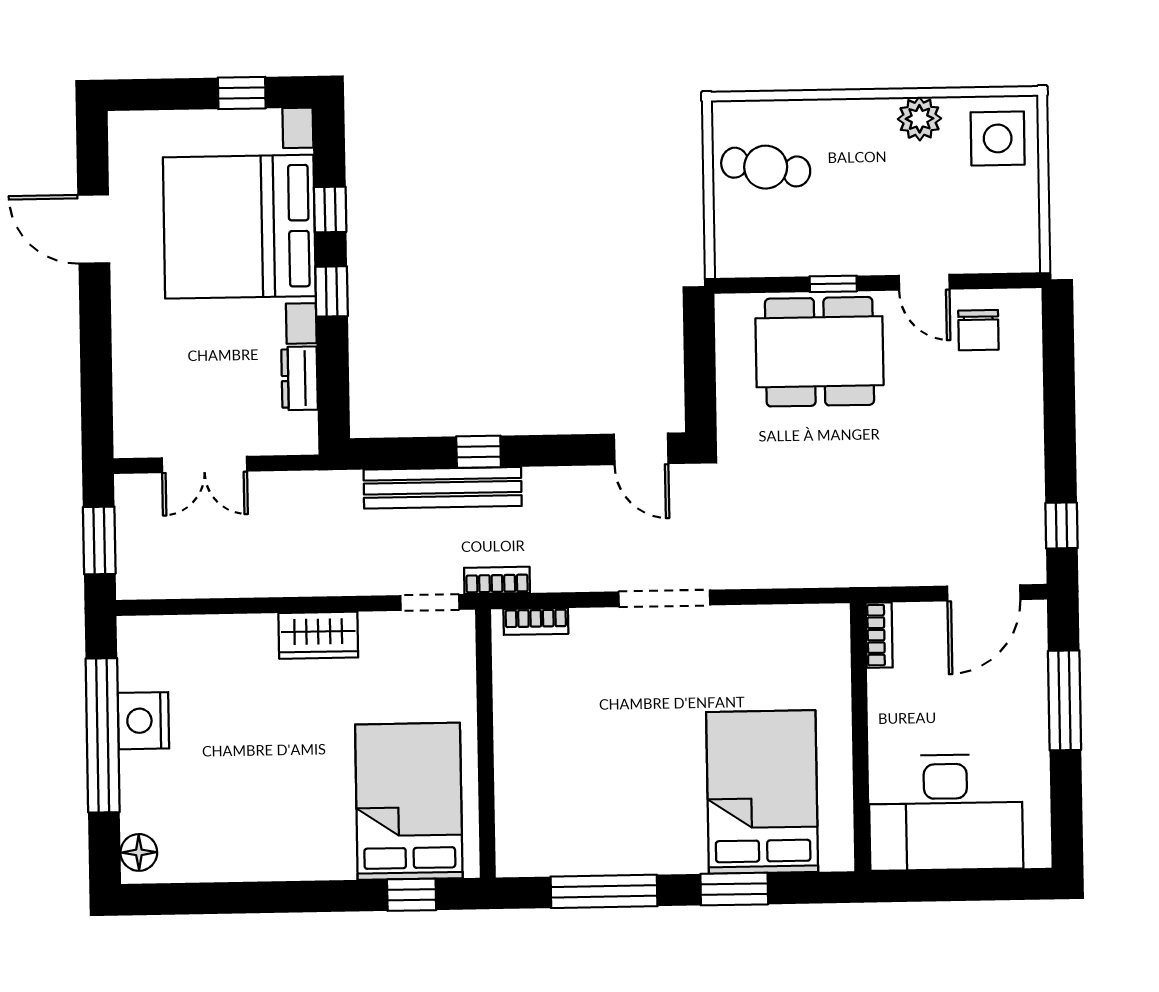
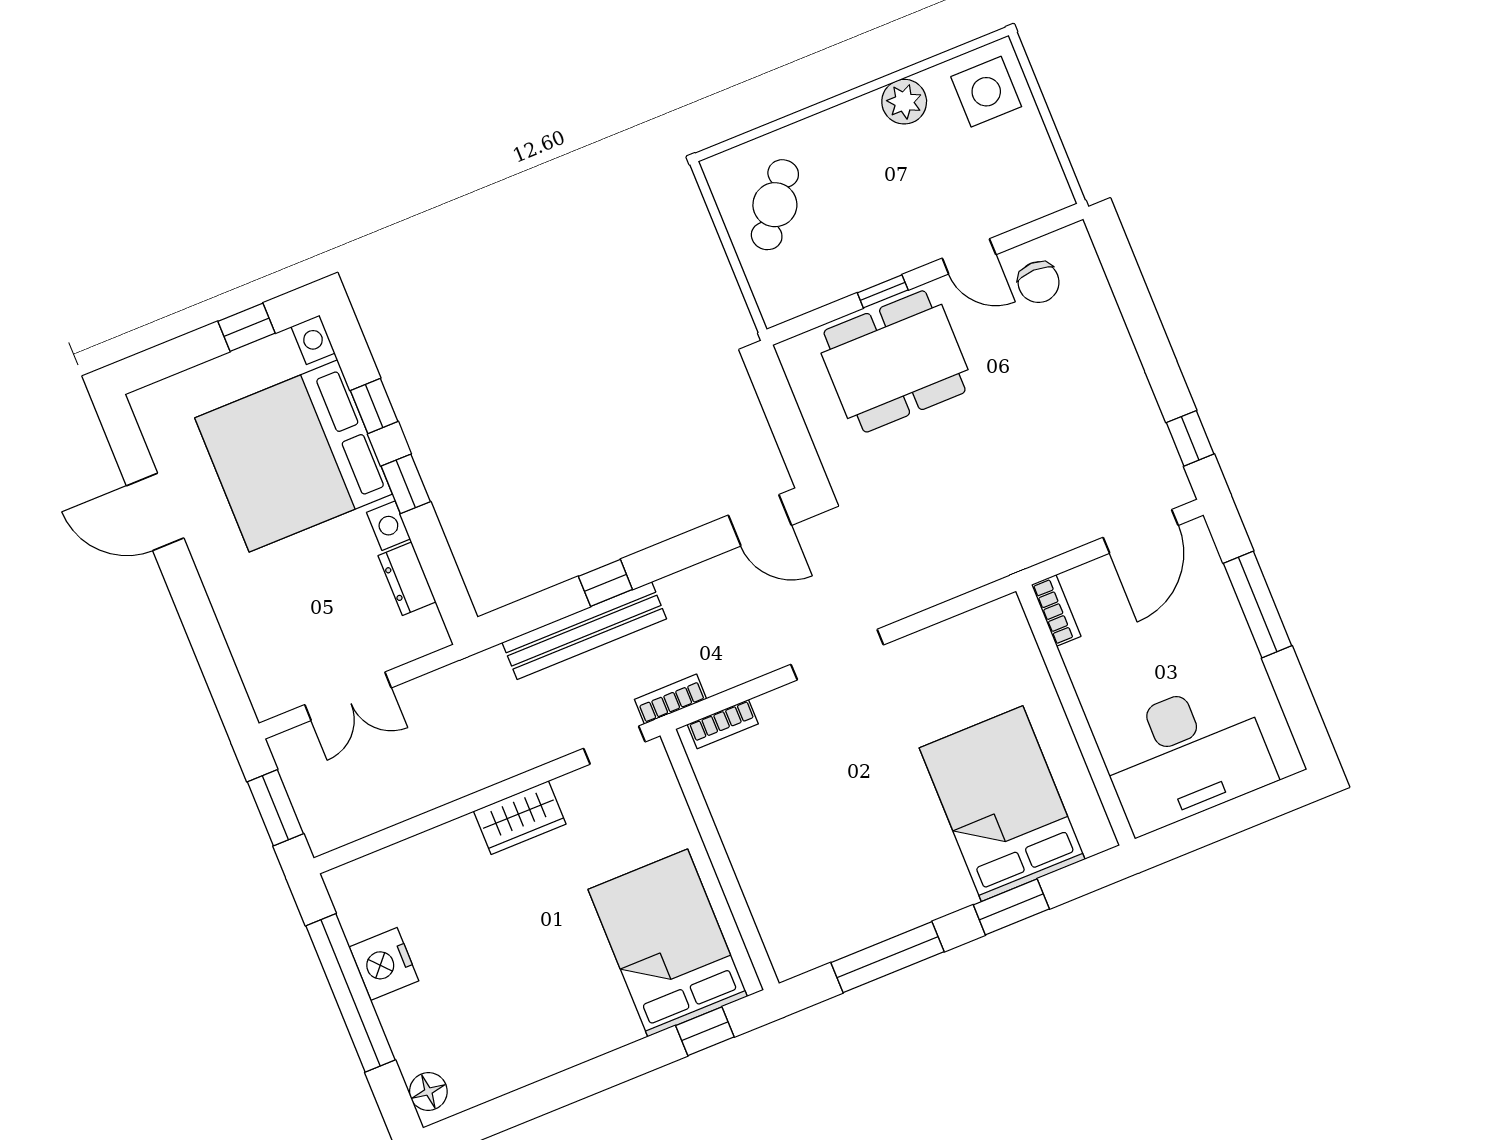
cafe table: (766, 167) -> (775, 205), turned -62

